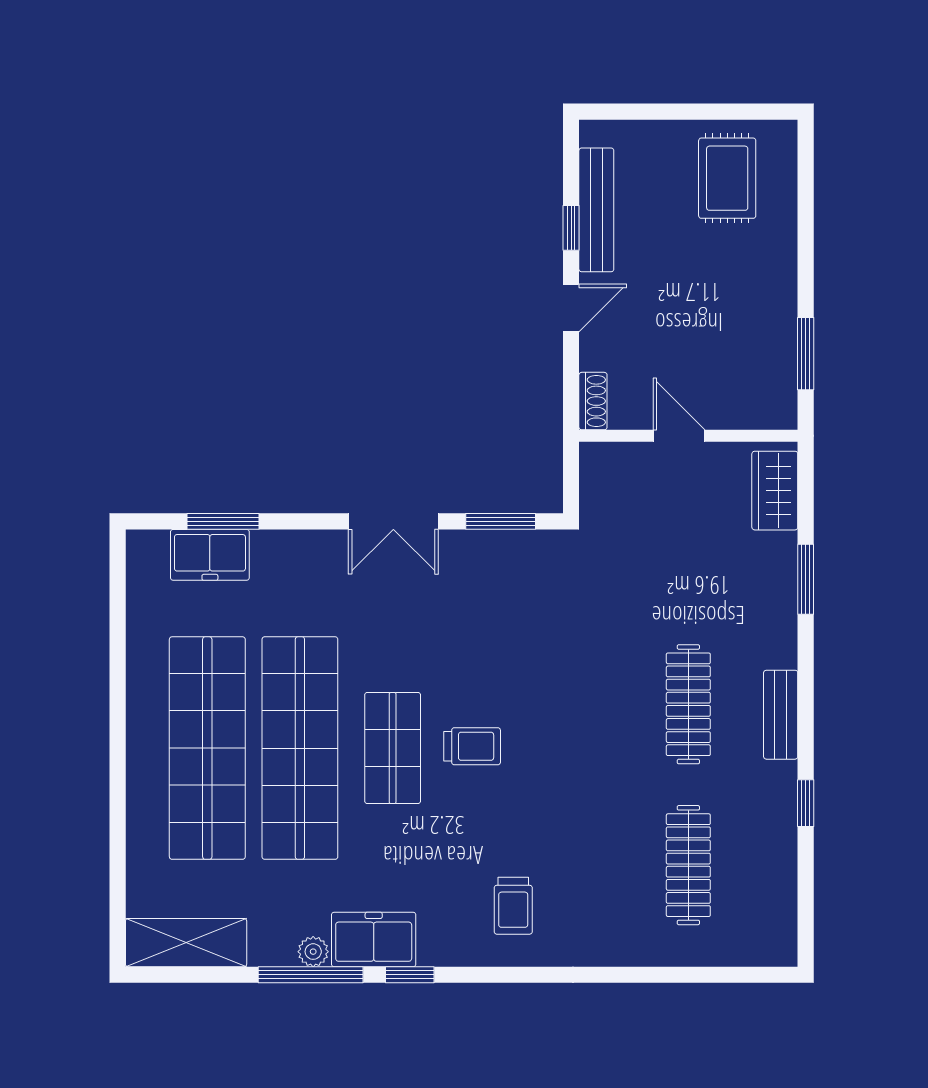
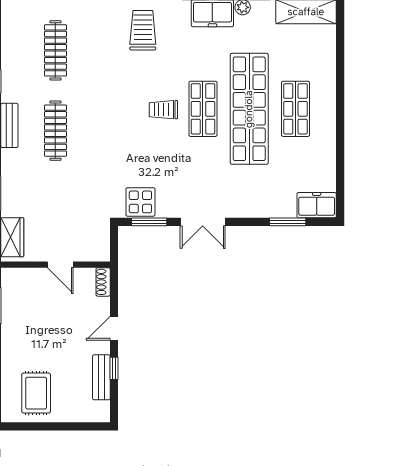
bench: (596, 210) -> (101, 377), width x0.73
double door: (393, 521) -> (203, 222), swing flipped
freezer: (210, 555) -> (317, 205), moved
display table: (518, 561) -> (140, 202), added
shop shelf: (207, 748) -> (295, 109), width x0.50, depth x0.74
trolley: (513, 906) -> (143, 30), width x1.36, depth x1.39

